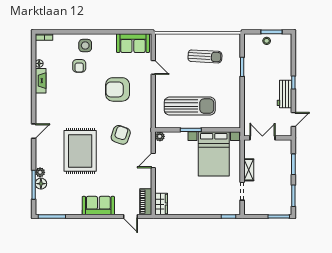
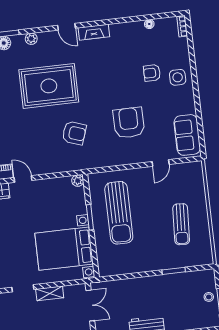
fireplace: (41, 81) -> (94, 32), moved
door: (153, 161) -> (23, 179), moved
plant: (40, 172) -> (31, 39), moved

